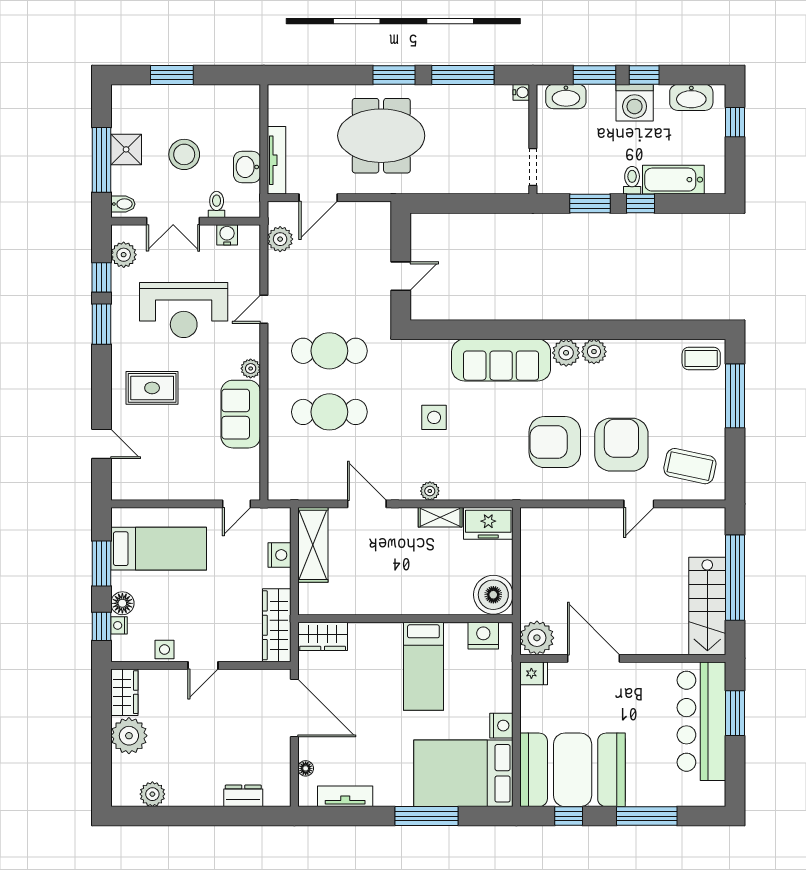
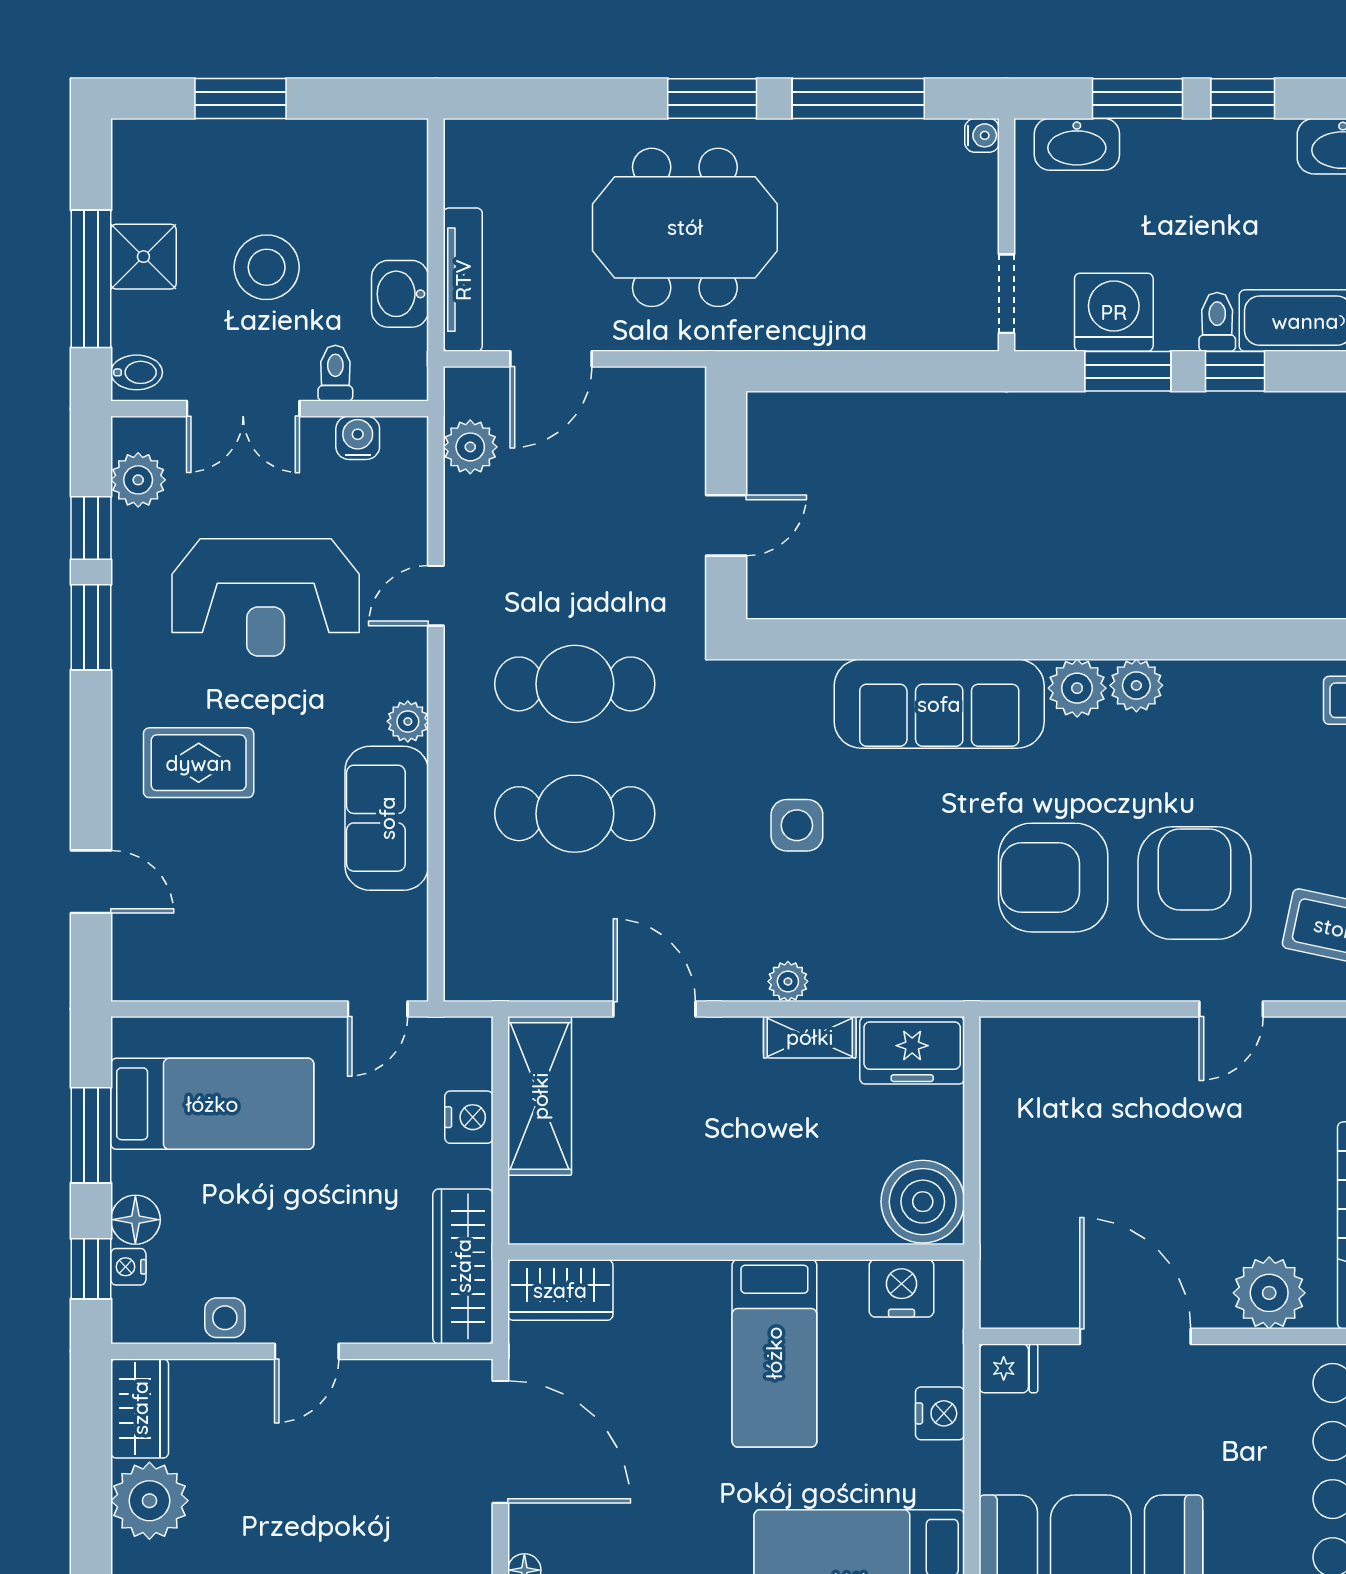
washing machine: (635, 103) -> (1114, 312), moved, turned 180
plant: (537, 638) -> (1269, 1293), moved
nightstand: (501, 726) -> (940, 1413), moved

